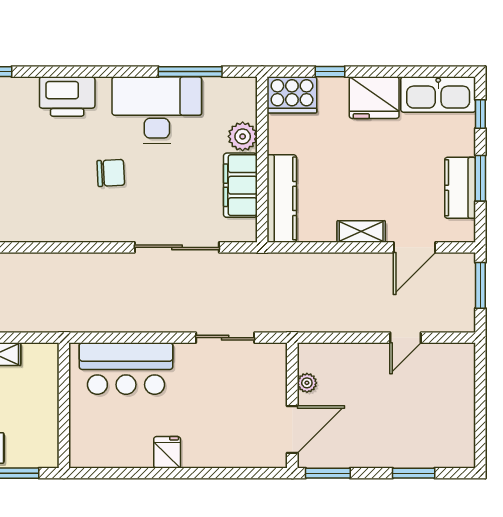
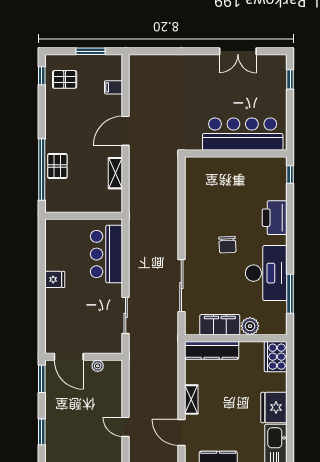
window: (330, 72) -> (290, 380), removed

